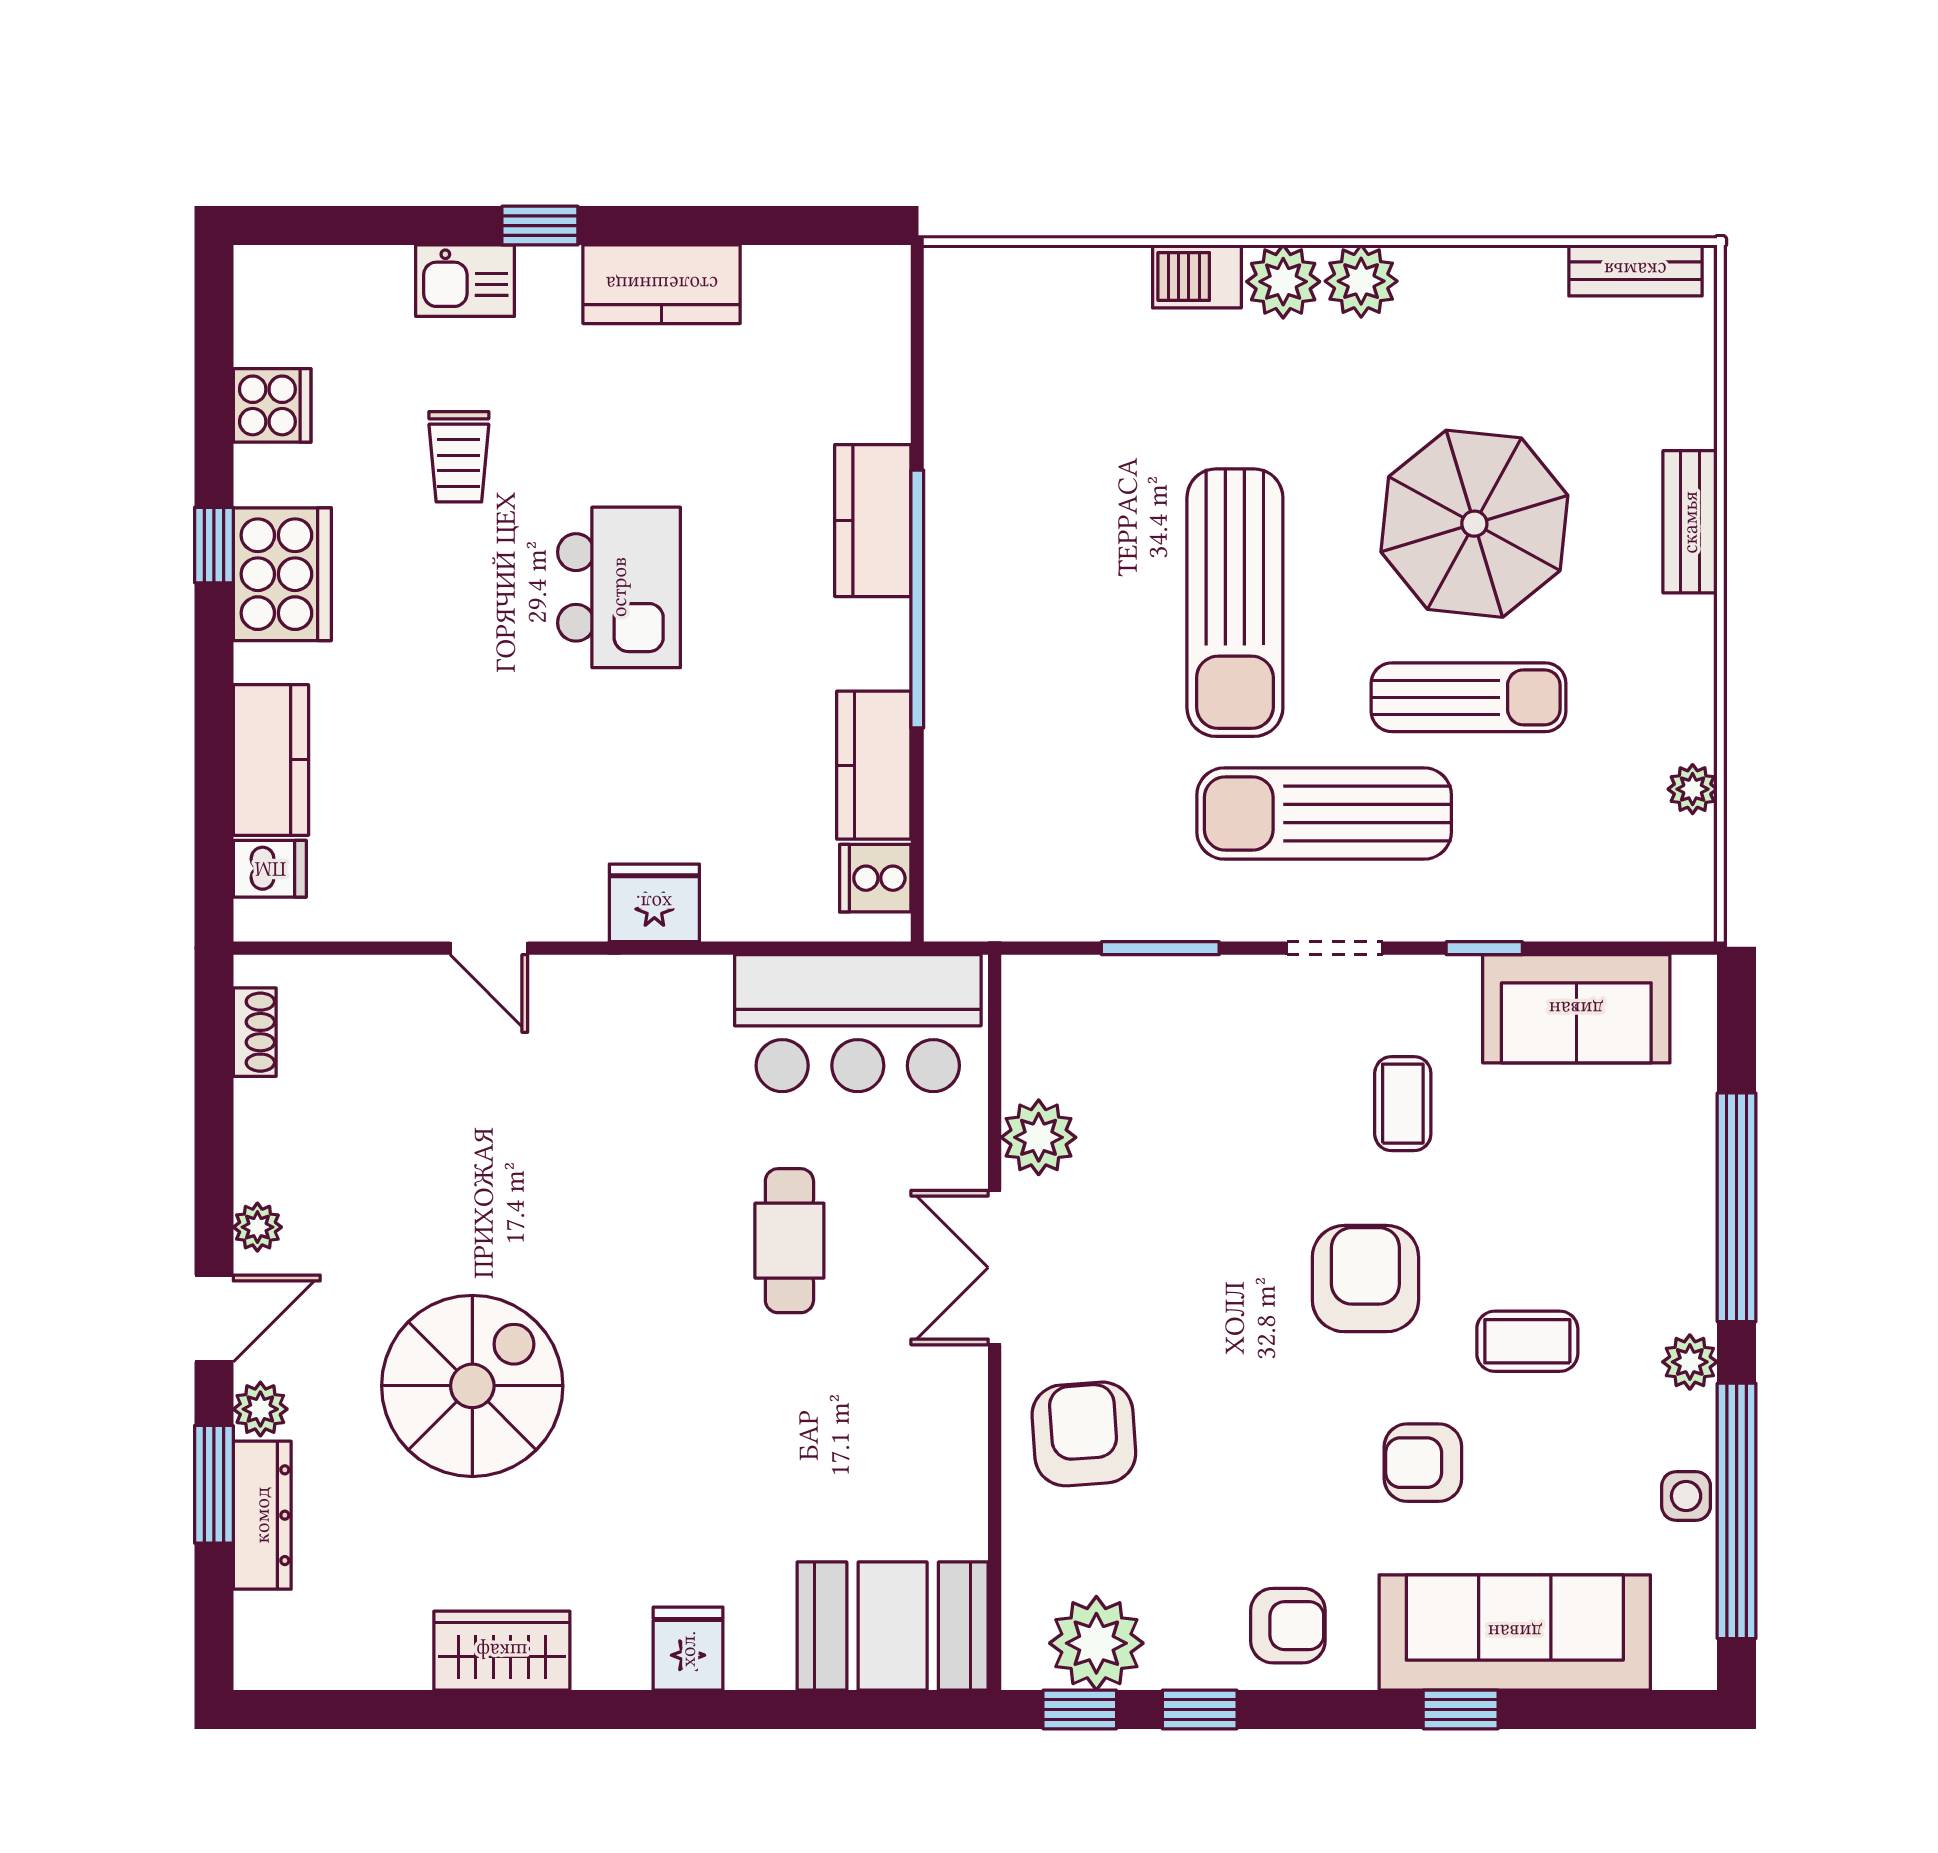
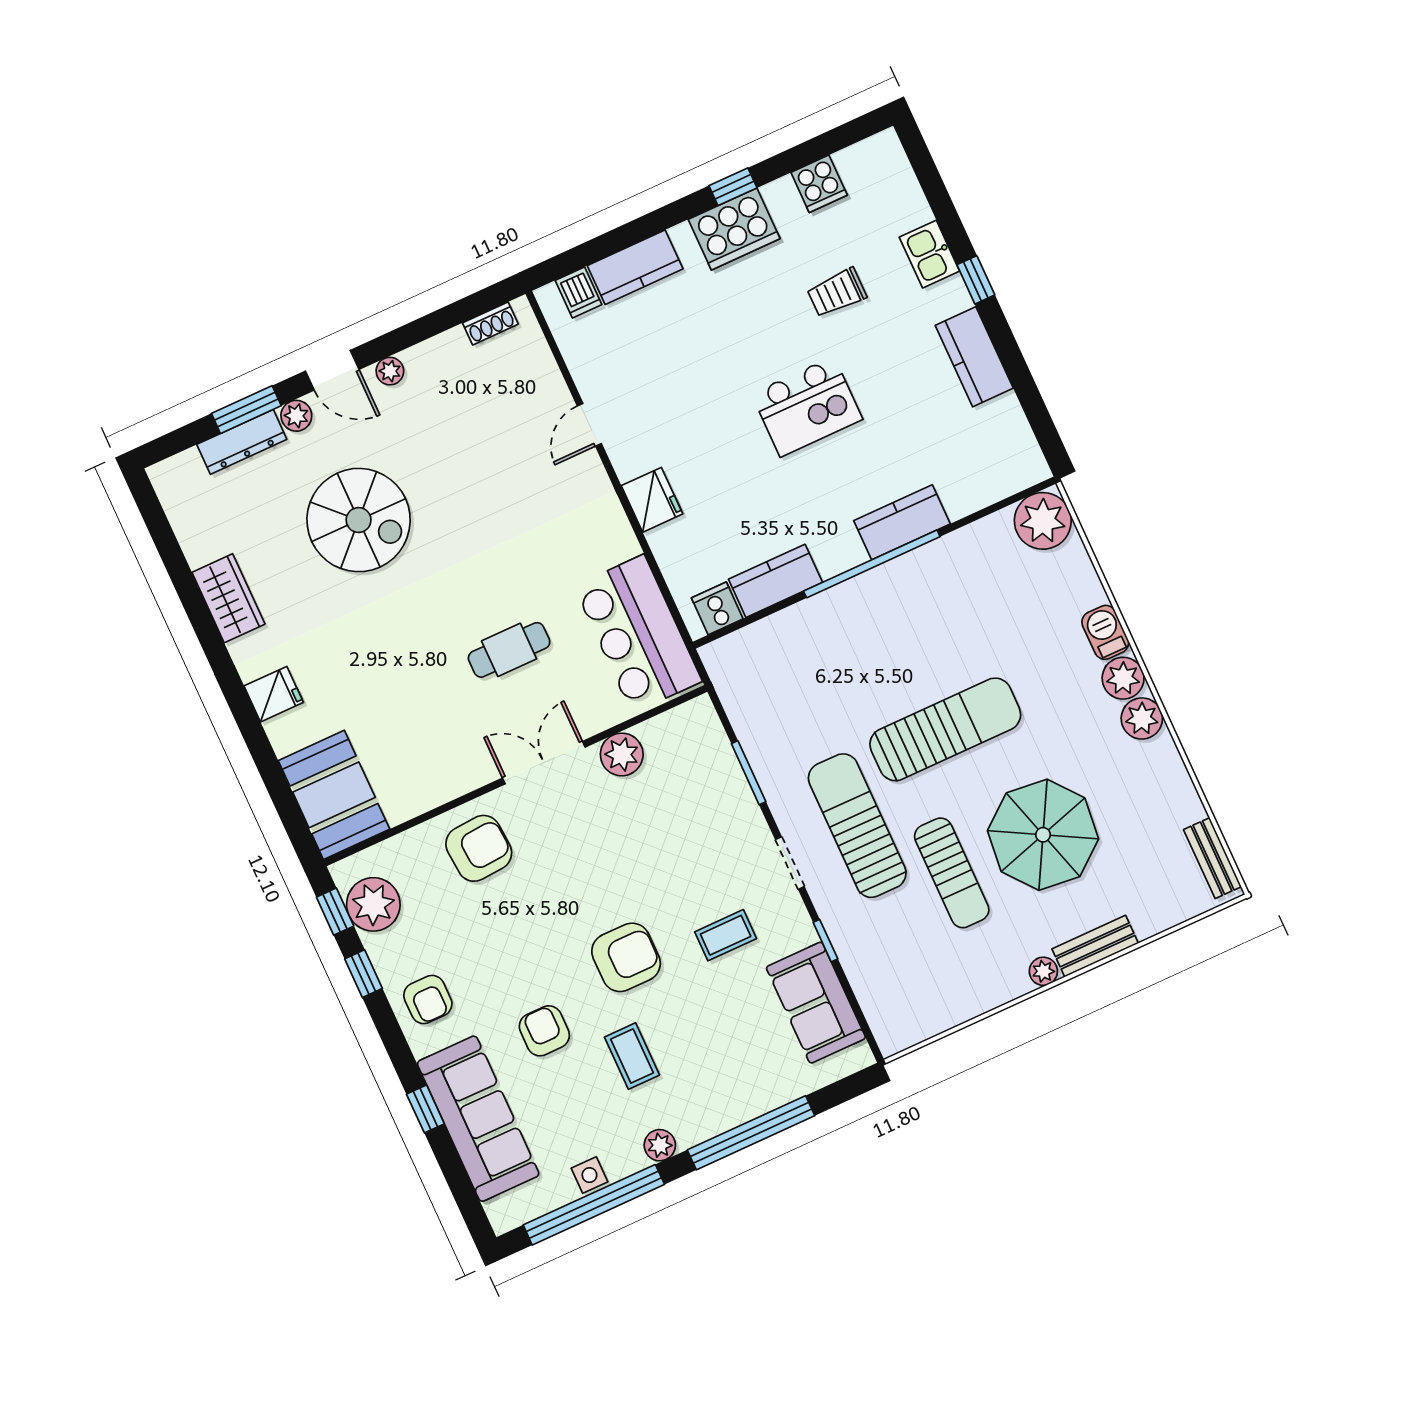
plant: (973, 295) -> (1043, 521), added
sun lounger: (1235, 603) -> (945, 729), turned 180
plant: (1693, 789) -> (1043, 971), moved

